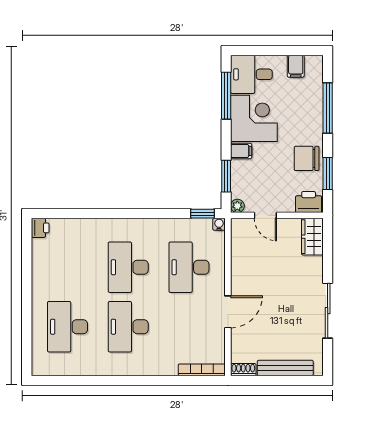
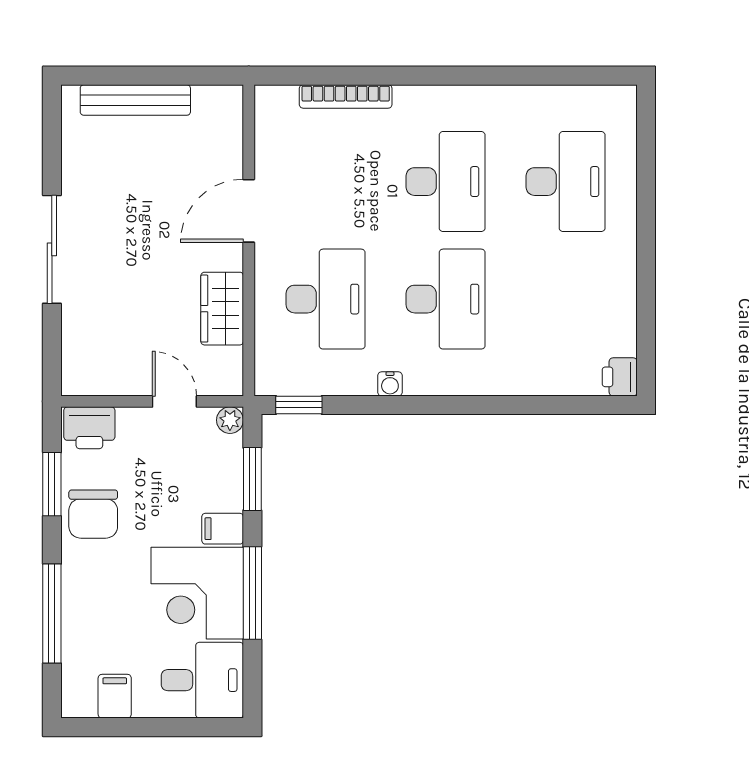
window: (226, 96) -> (252, 593), moved
chair: (307, 158) -> (93, 514), turned 90
water cooler: (219, 224) -> (390, 384), moved
wardrobe: (312, 237) -> (222, 309), moved, turned 180
sliding door: (328, 311) -> (52, 249), moved
bookcase: (202, 370) -> (346, 96), moved
shoe rack: (243, 370) -> (218, 97), removed

